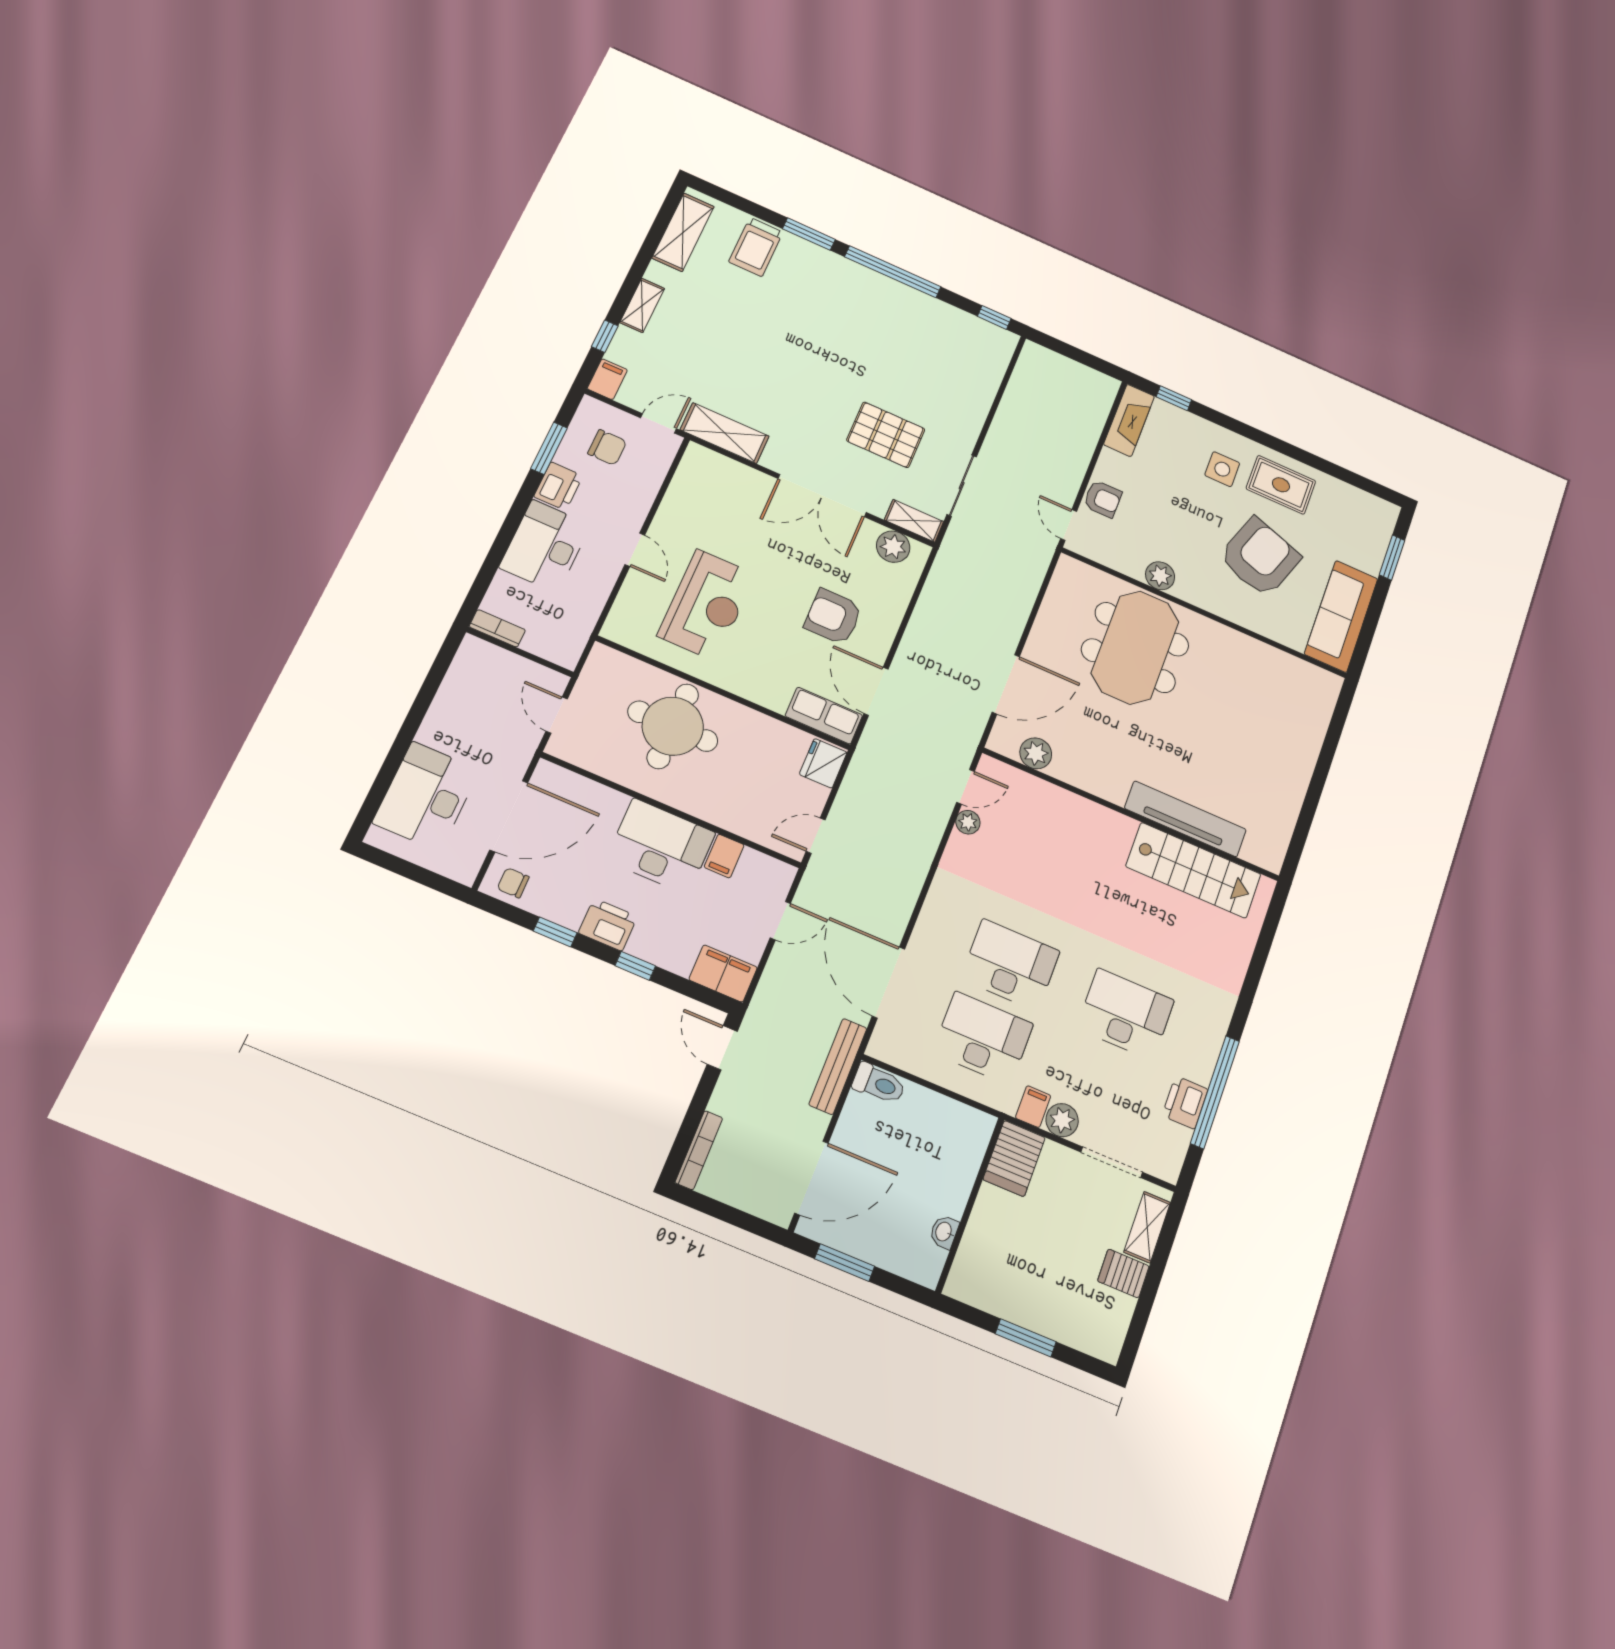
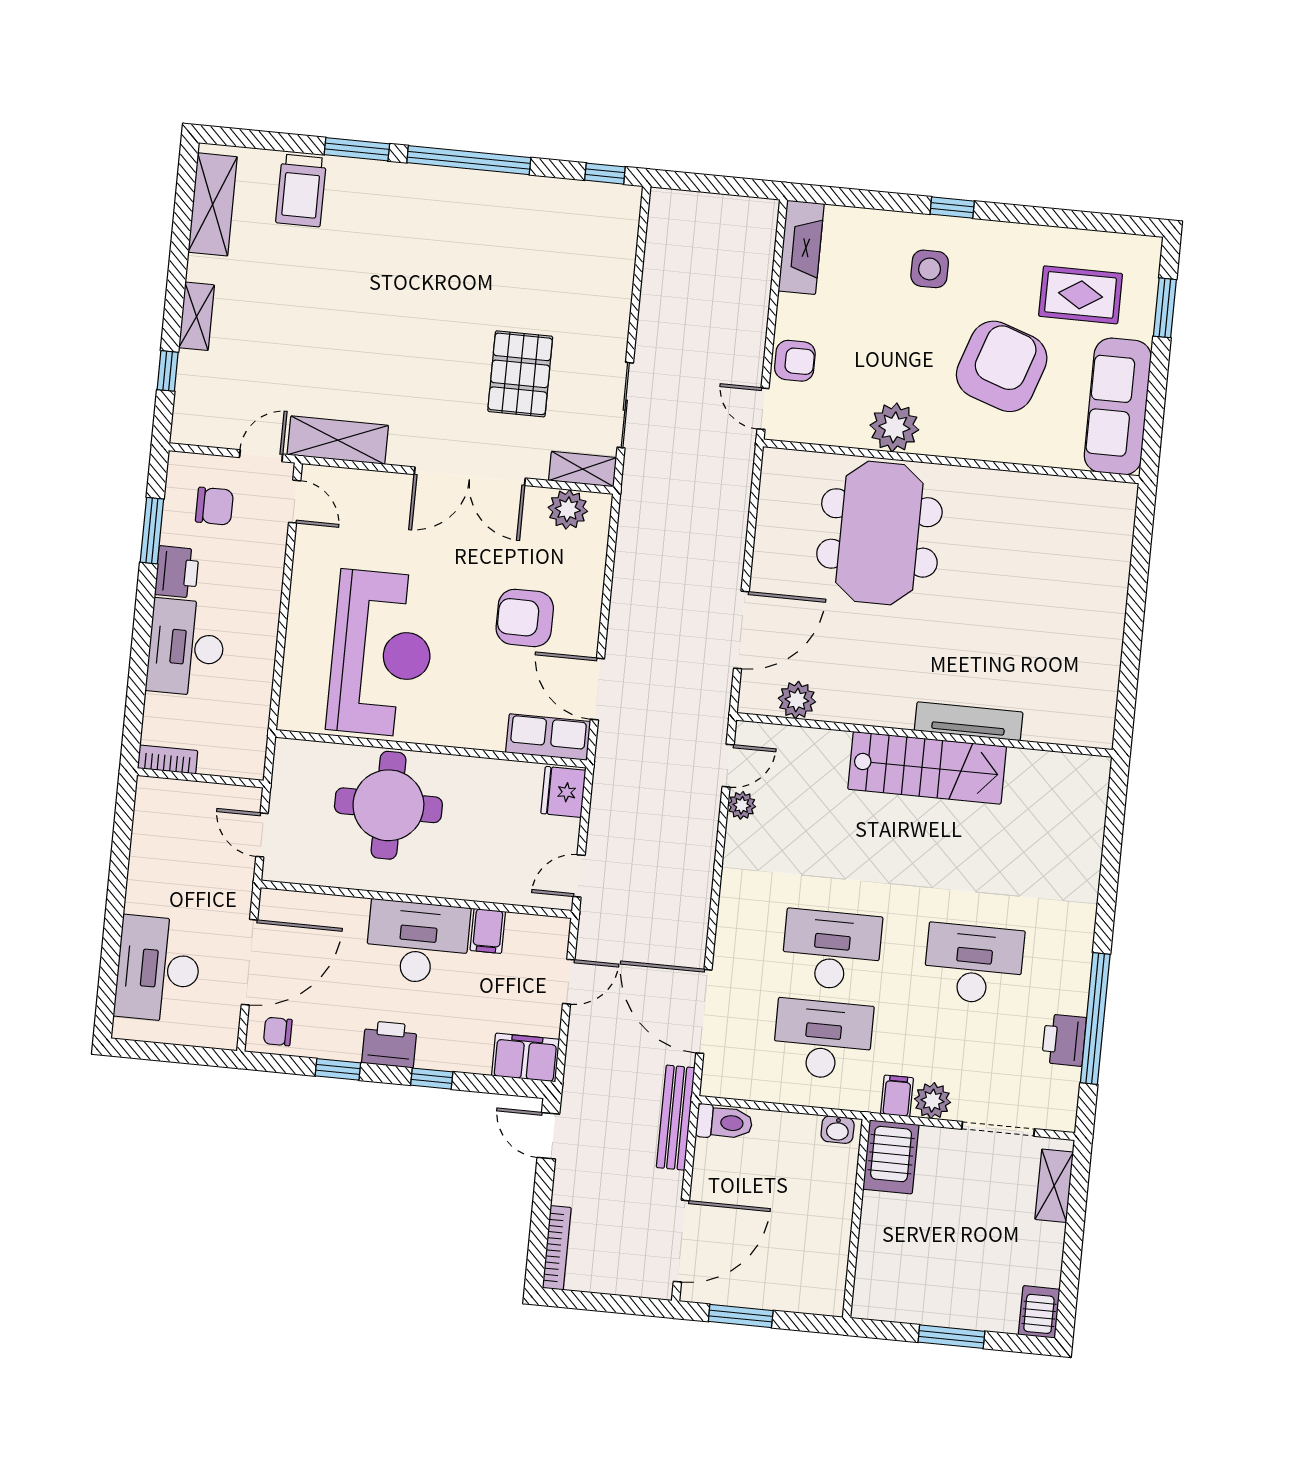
filing cabinet: (607, 379) -> (188, 423), removed
window: (1174, 398) -> (952, 208), moved
pallet: (886, 435) -> (520, 374), turned 90
rug: (1281, 485) -> (1081, 295), moved
door: (635, 550) -> (295, 502), moved
plant: (1160, 576) -> (894, 427), width x1.36, depth x1.36
reception desk: (707, 605) -> (381, 654), width x1.36, depth x1.30
tv unit: (1185, 819) -> (969, 721), width x0.73, depth x0.78
stairs: (1193, 870) -> (927, 768), moved
washbasin: (944, 1232) -> (838, 1130), moved, turned -90
server rack: (1123, 1273) -> (1039, 1312), moved, turned 90

